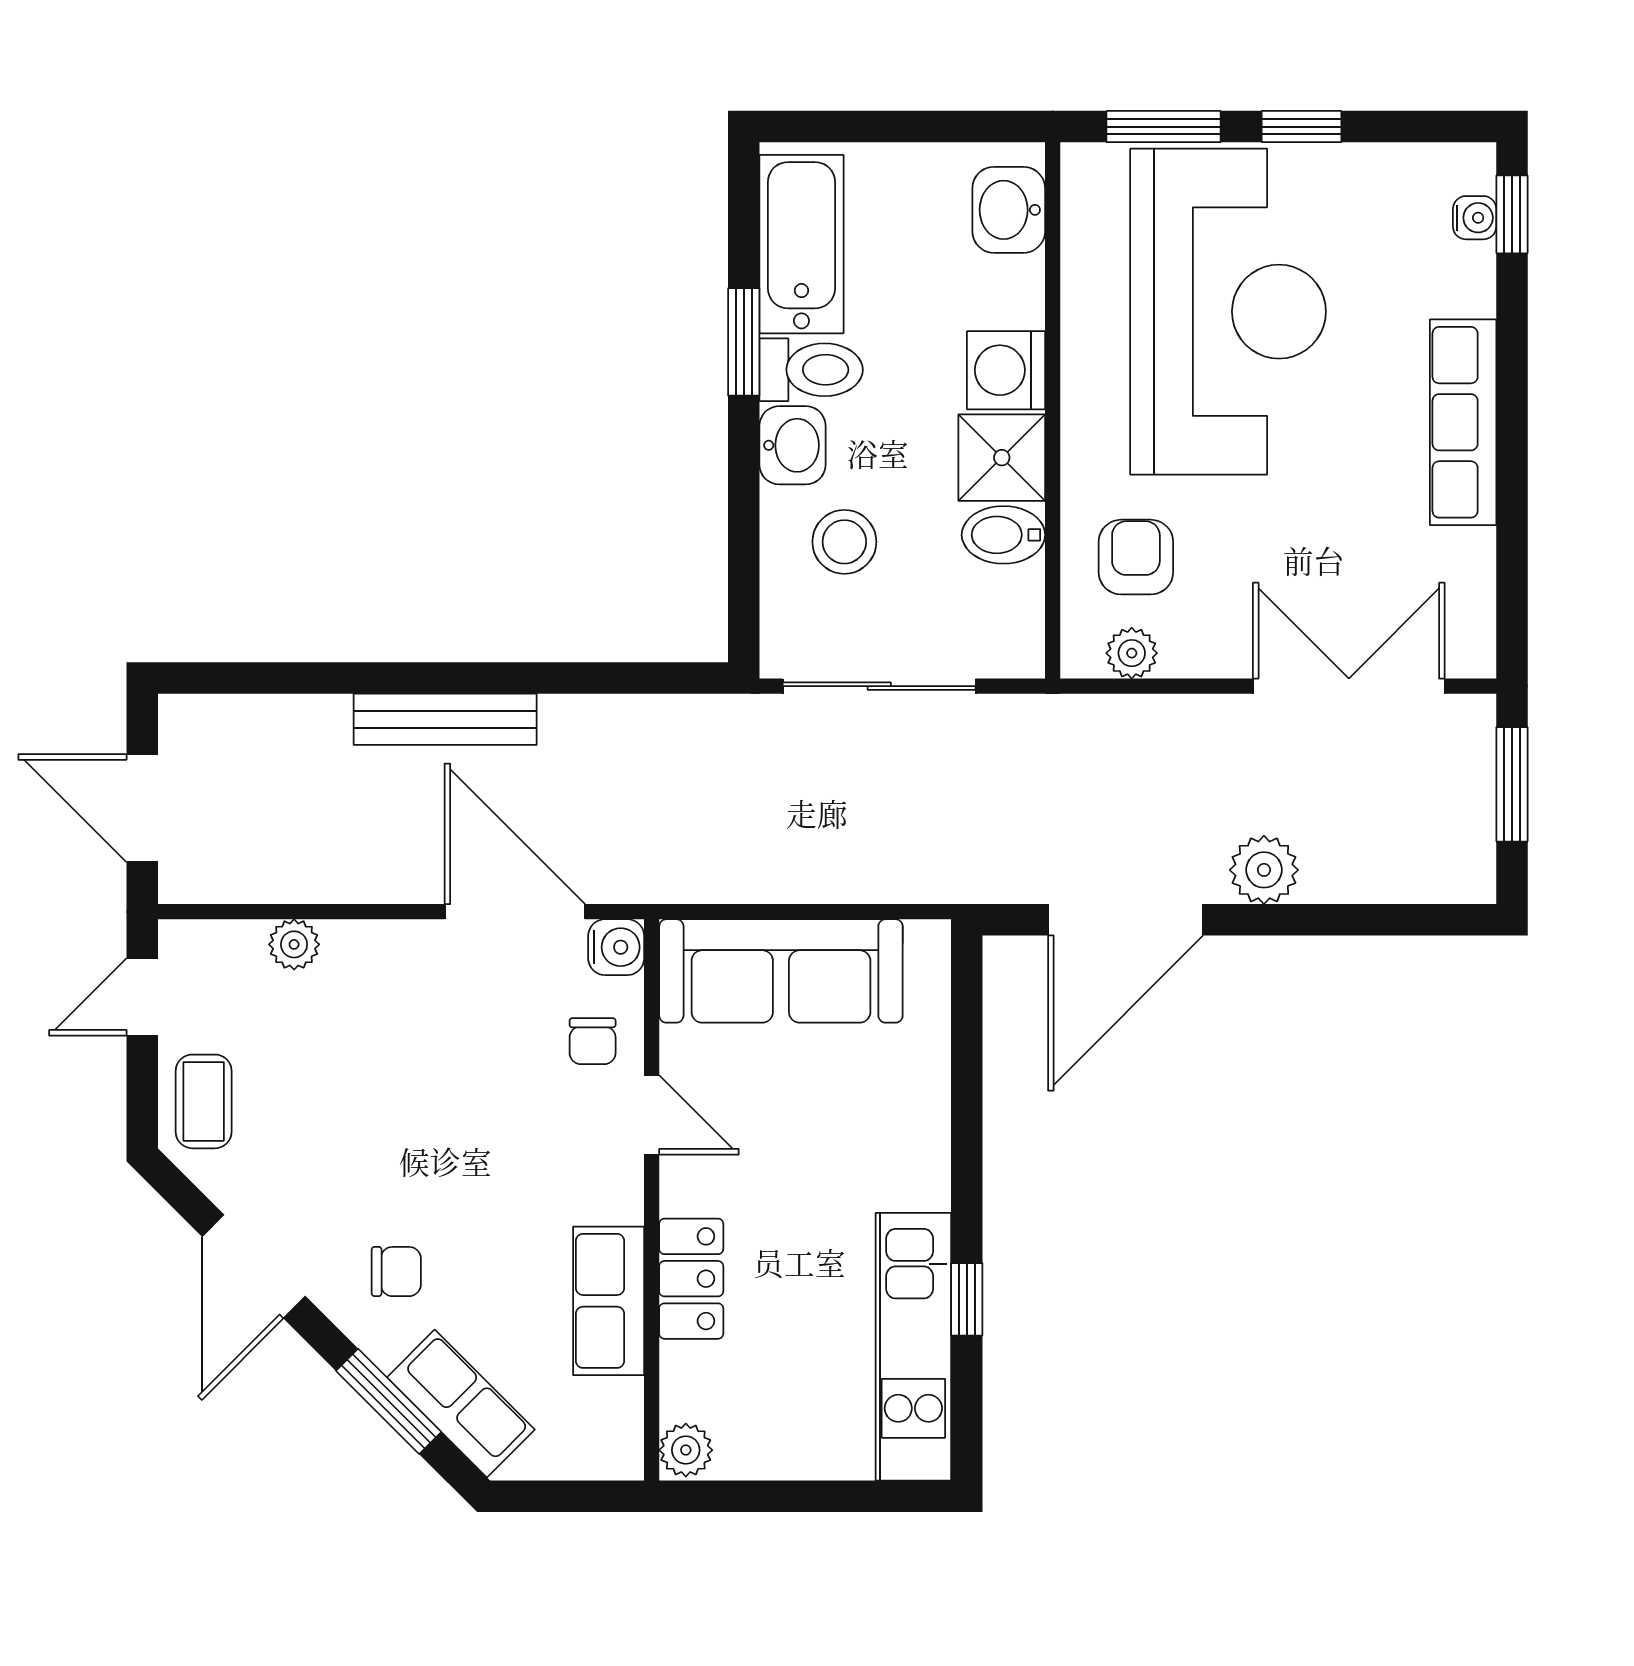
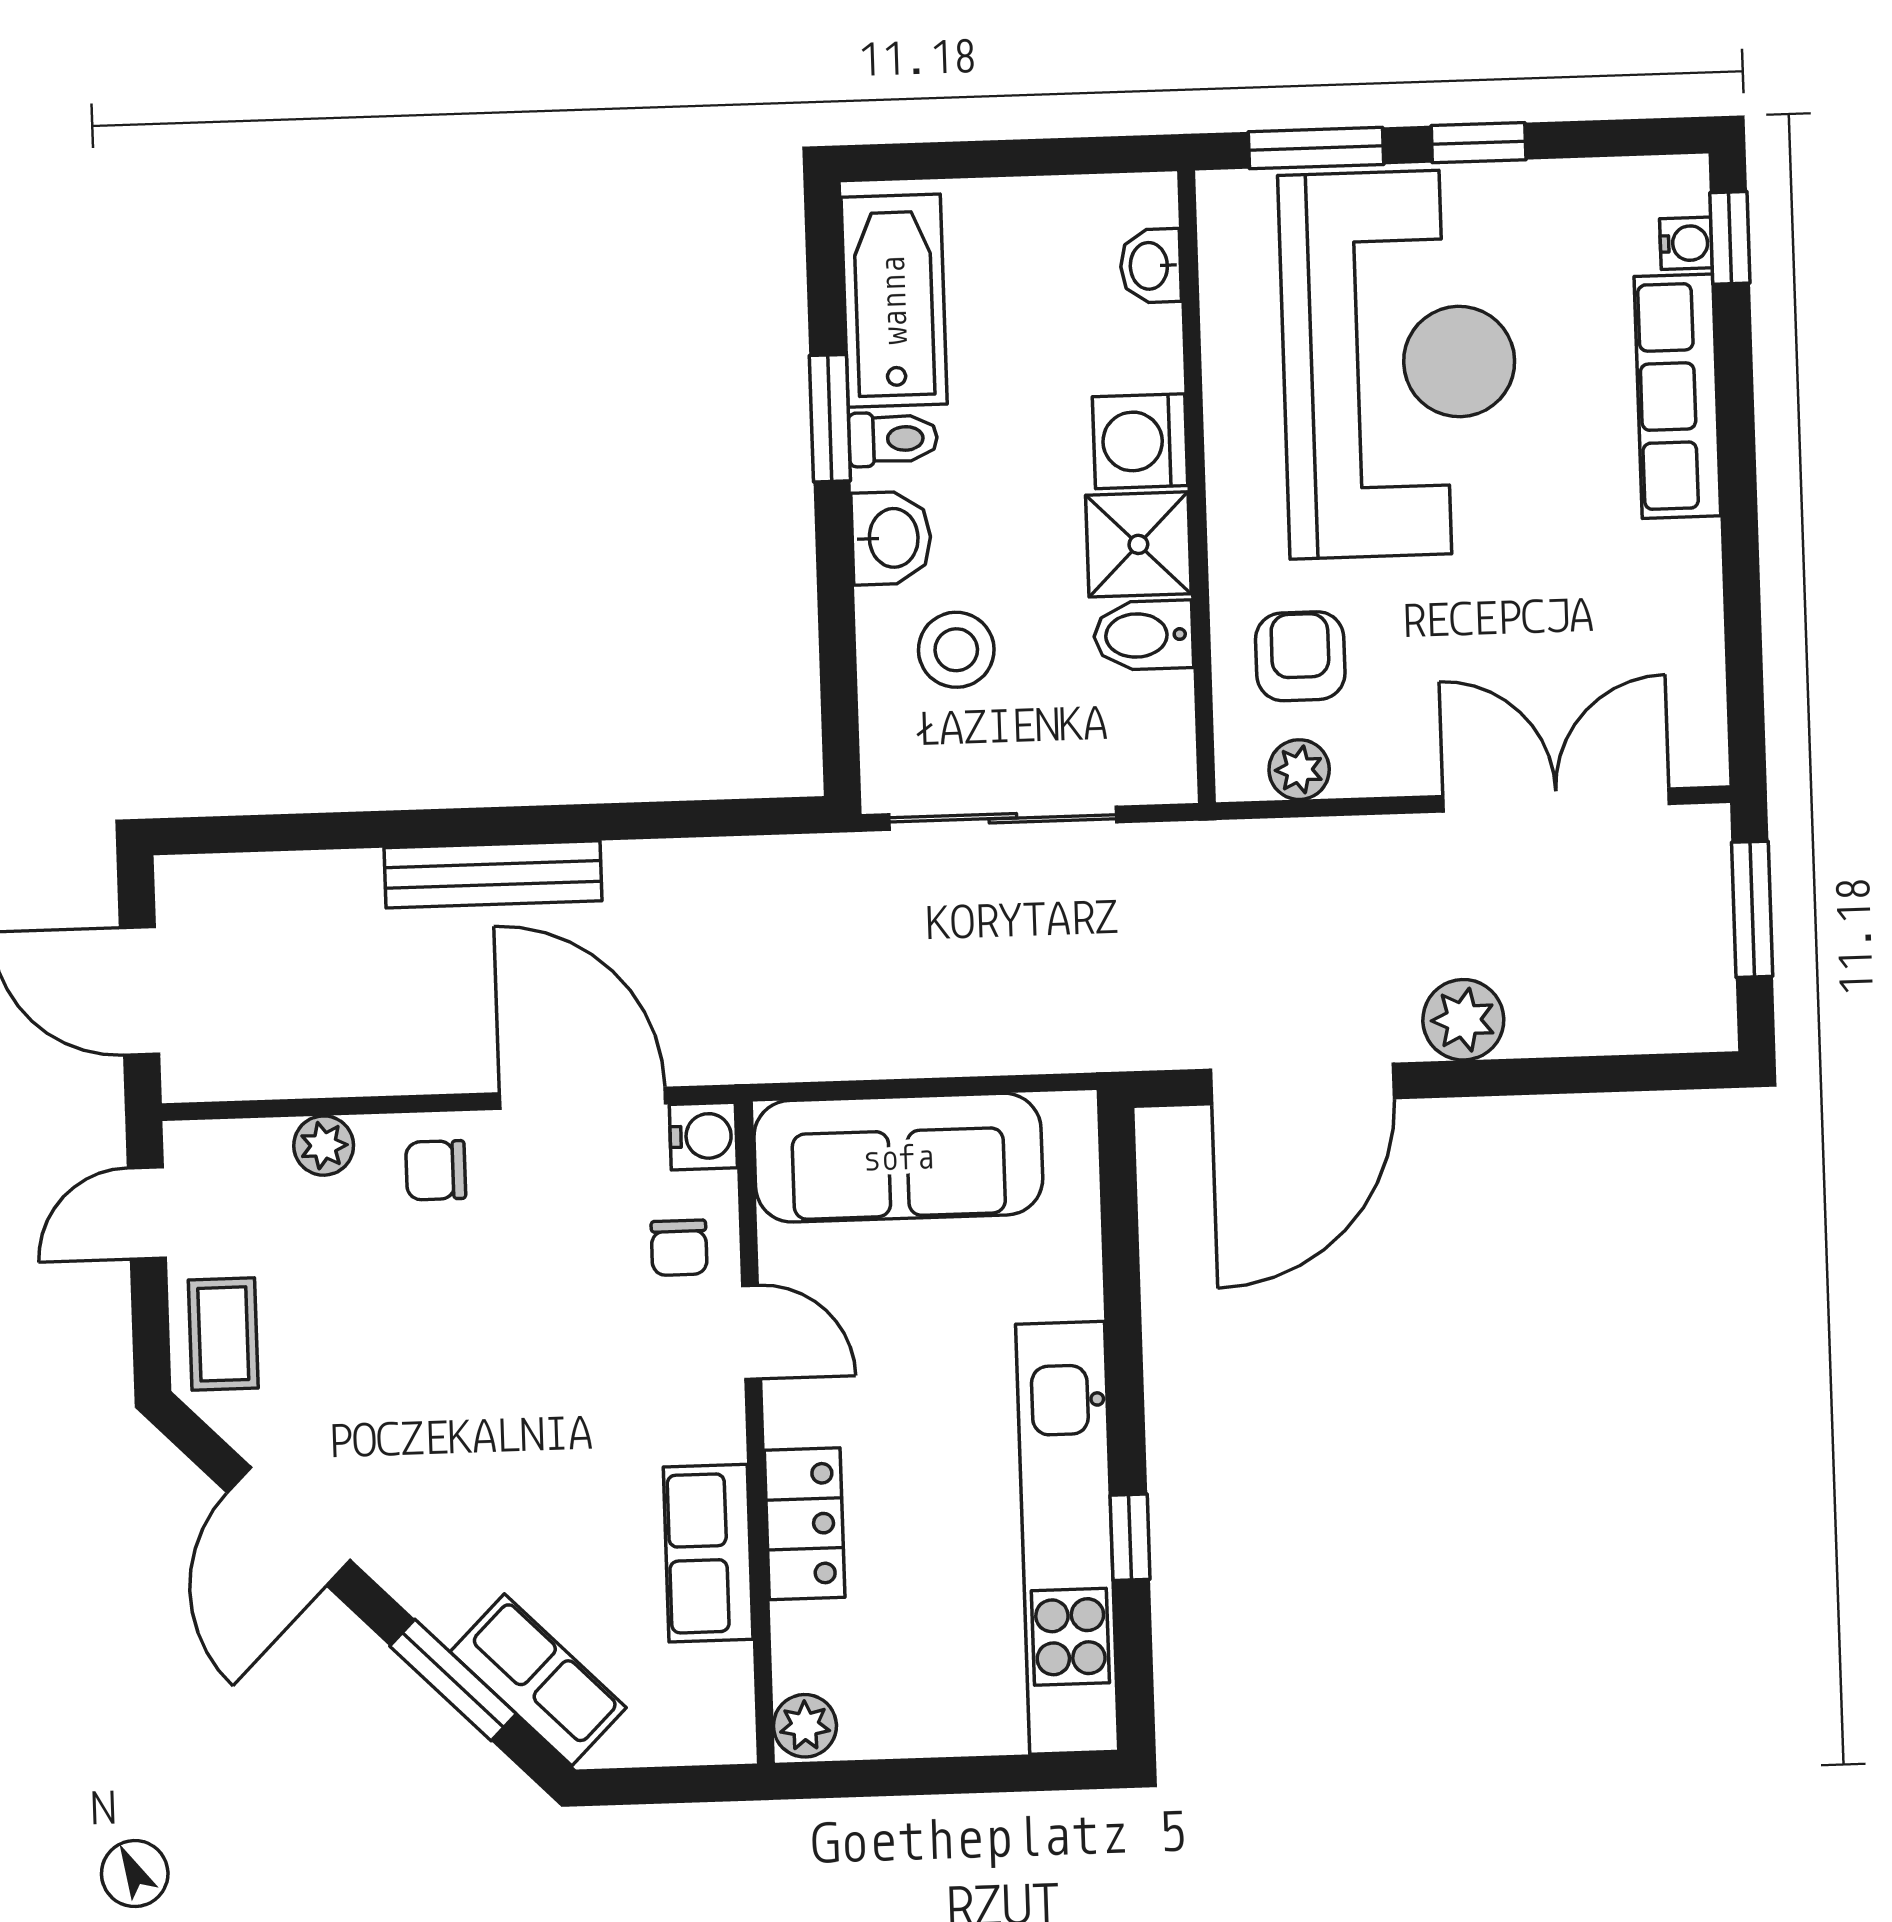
washbasin: (1009, 210) -> (1151, 266), width x0.72, depth x0.69
toilet: (811, 370) -> (893, 439), width x0.73, depth x0.72
row of seats: (1463, 422) -> (1677, 396), moved
chair: (396, 1272) -> (436, 1170), moved, turned 180
kitchen unit: (913, 1347) -> (1067, 1538), width x1.36

